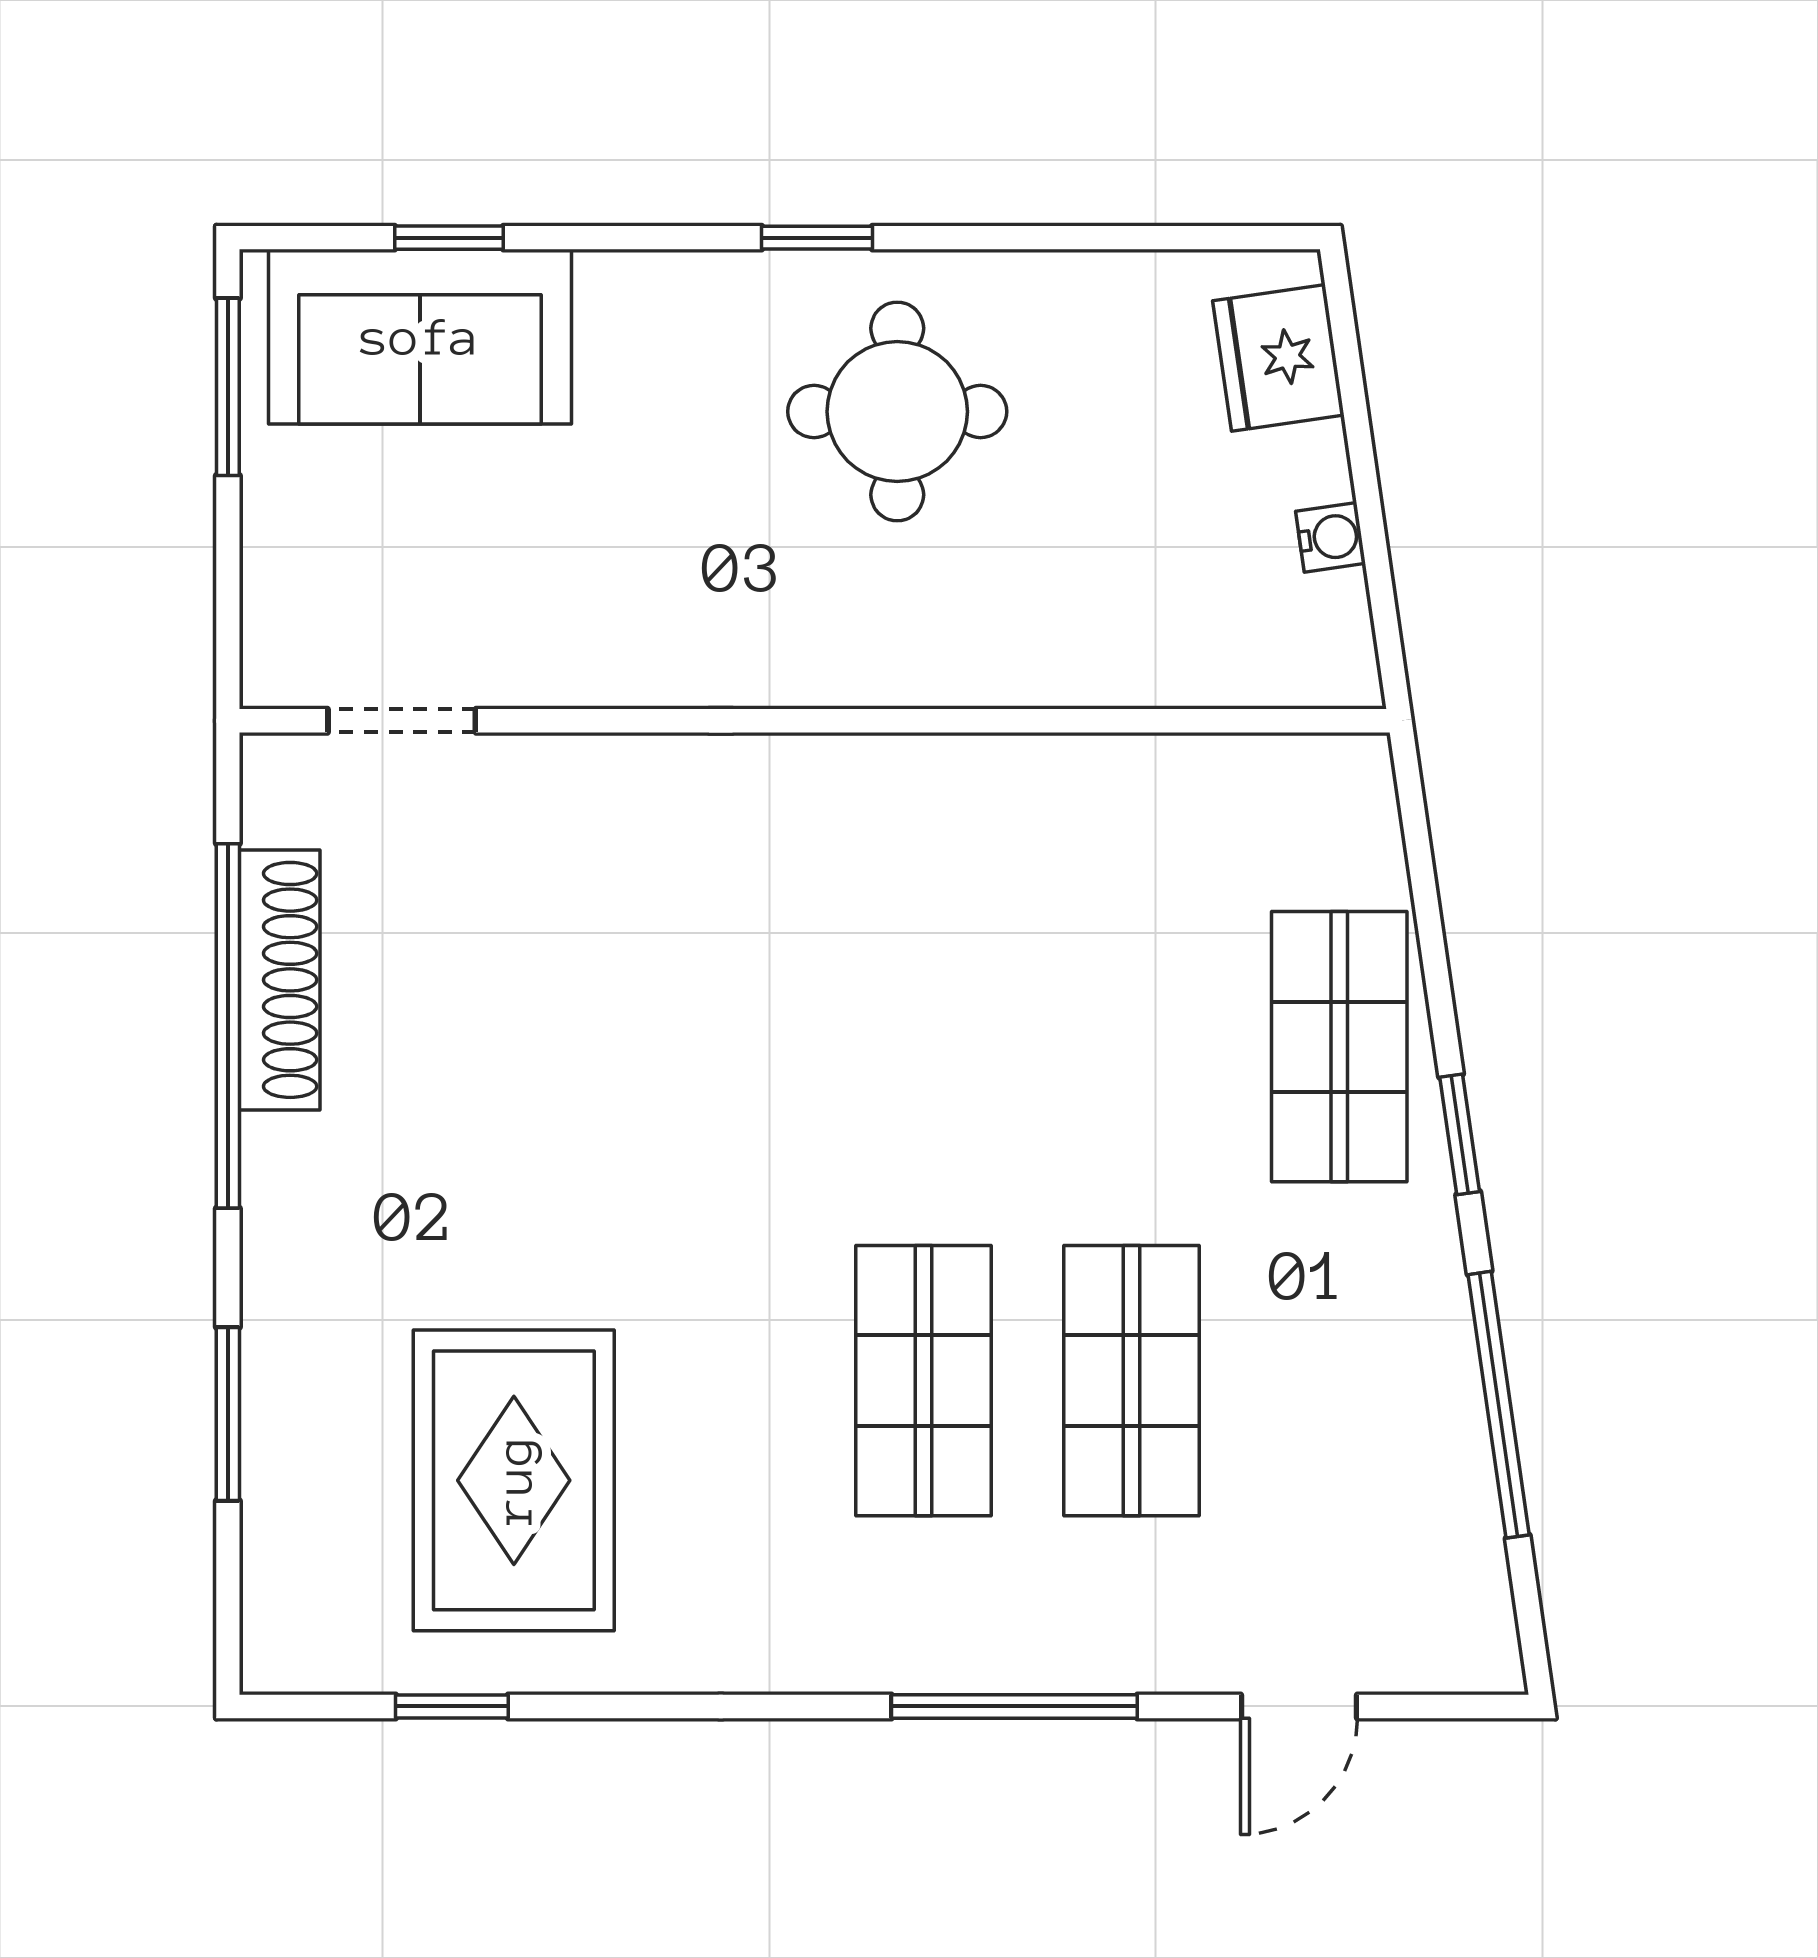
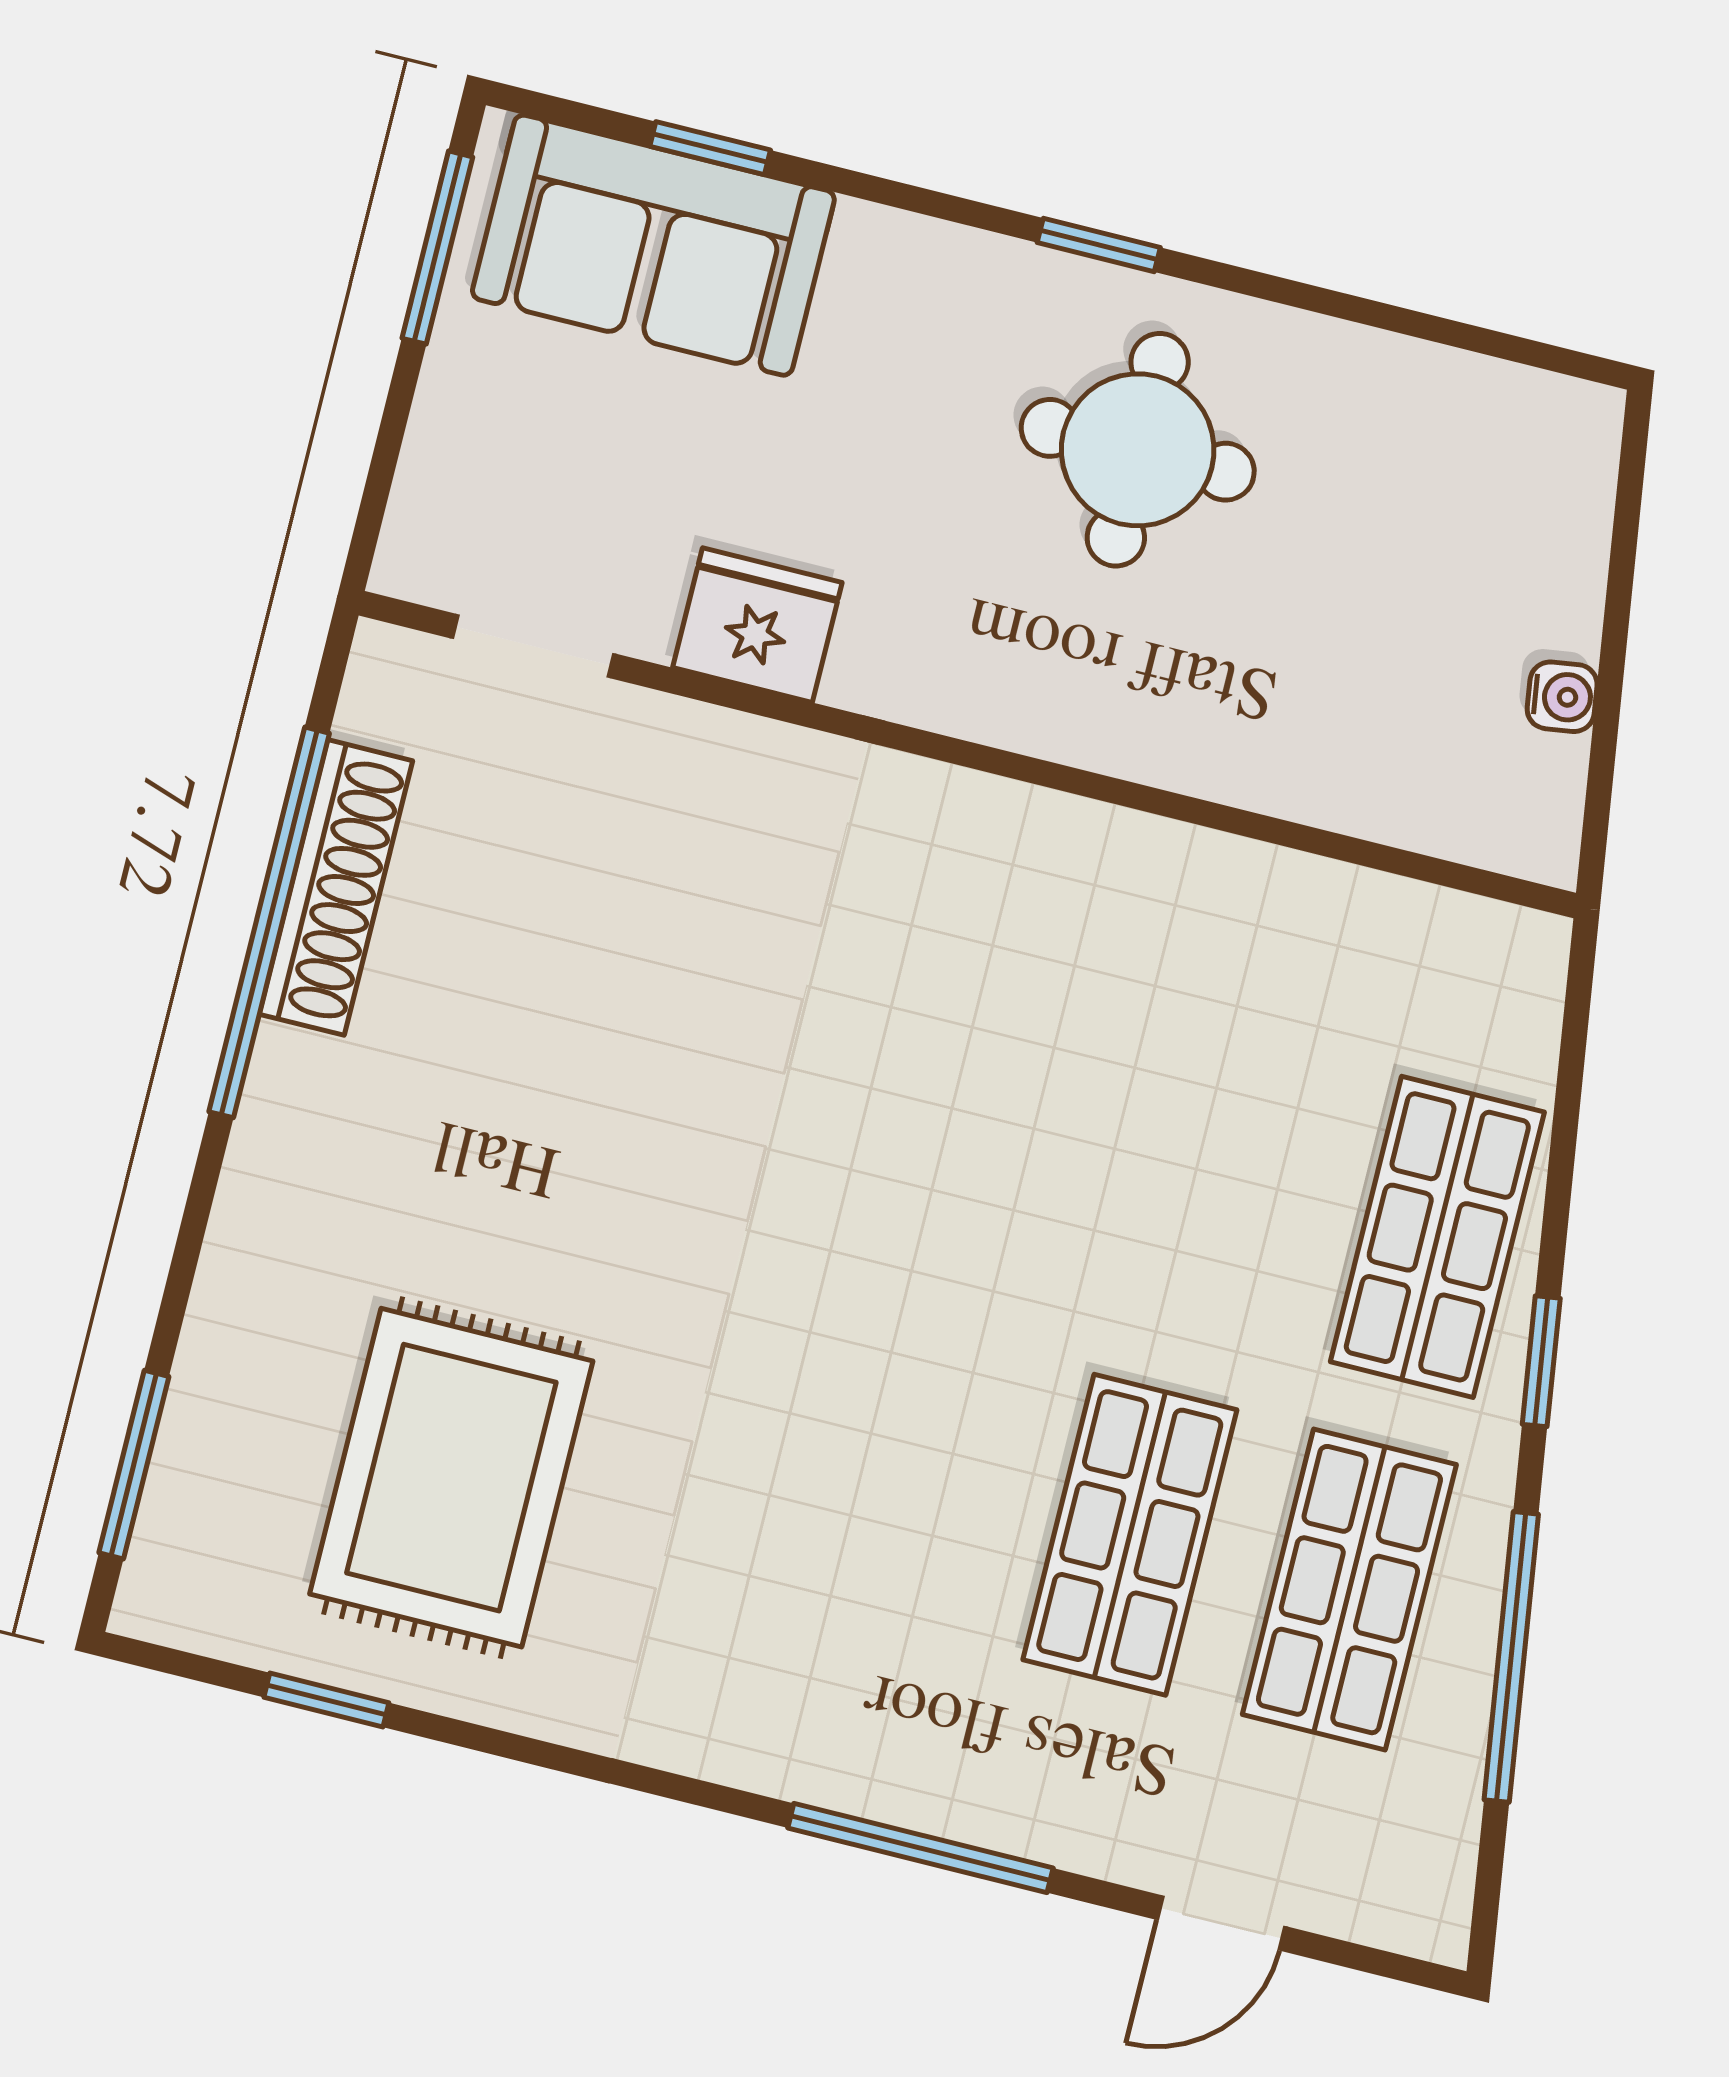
fridge: (1278, 358) -> (757, 625), moved, turned 98
shop shelf: (923, 1381) -> (1349, 1590), moved
window: (228, 1414) -> (134, 1465), moved

